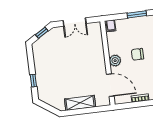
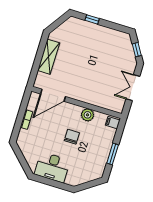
plant: (115, 61) -> (88, 115), moved

